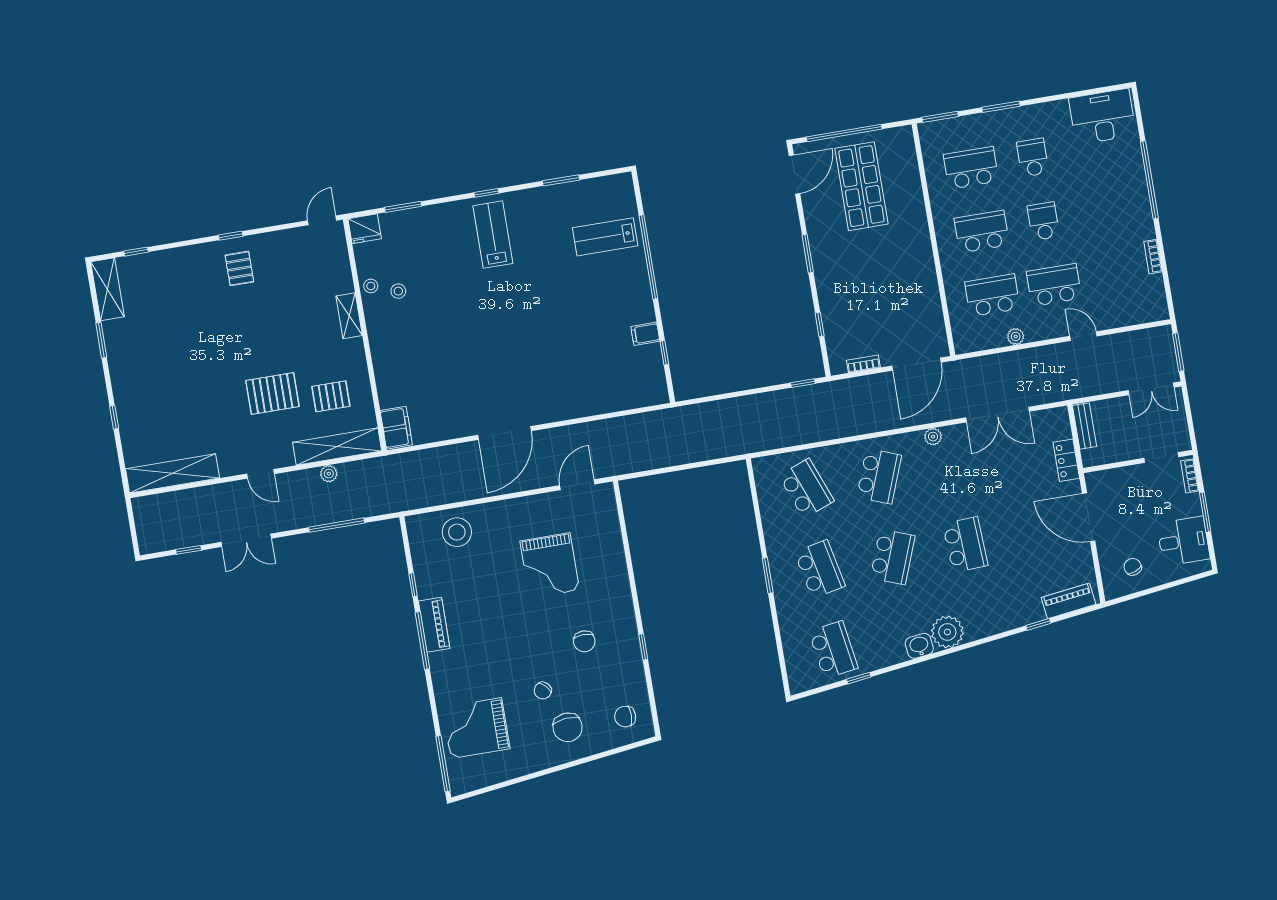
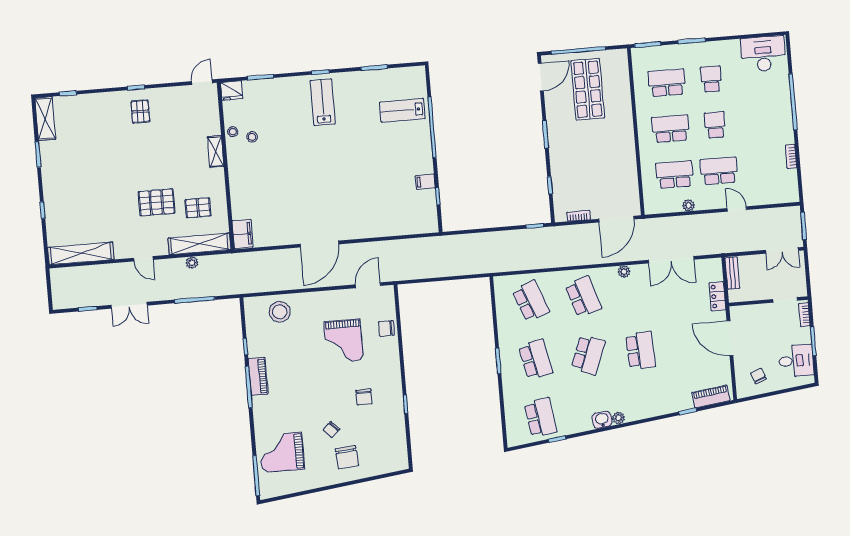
school desk: (879, 476) -> (583, 297), turned -39
plant: (947, 632) -> (619, 418), width x0.53, depth x0.53
chair: (625, 717) -> (386, 328), moved

